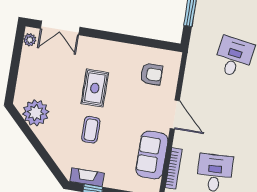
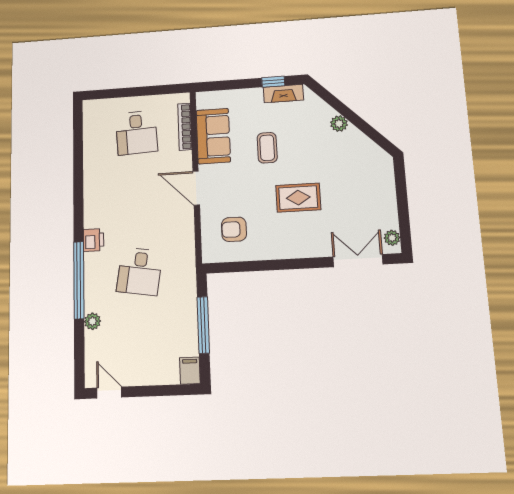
rug: (95, 88) -> (298, 198), turned 90
plant: (36, 113) -> (339, 124), moved, width x0.53, depth x0.53
coffee table: (91, 130) -> (267, 148), moved

